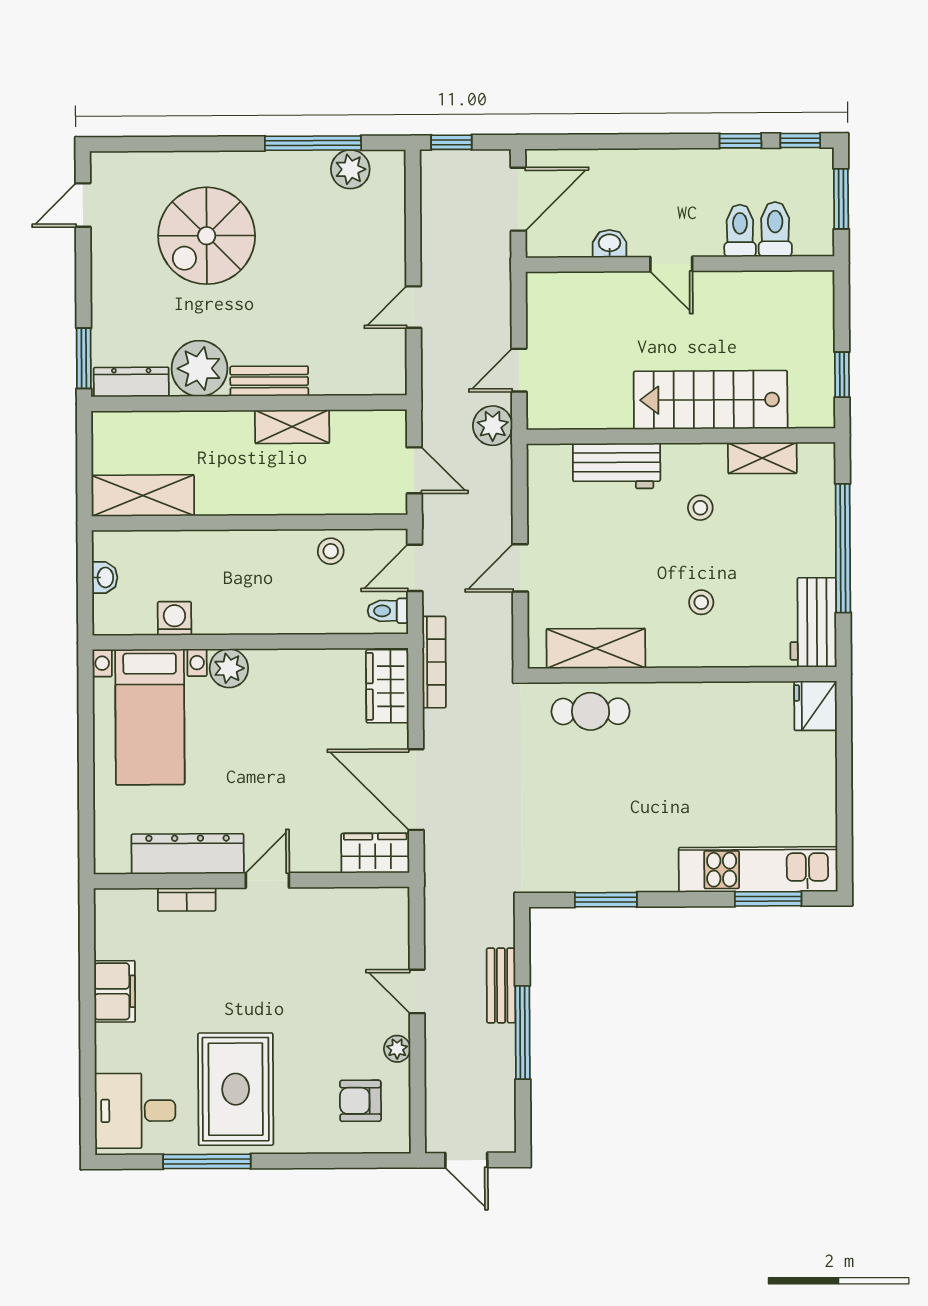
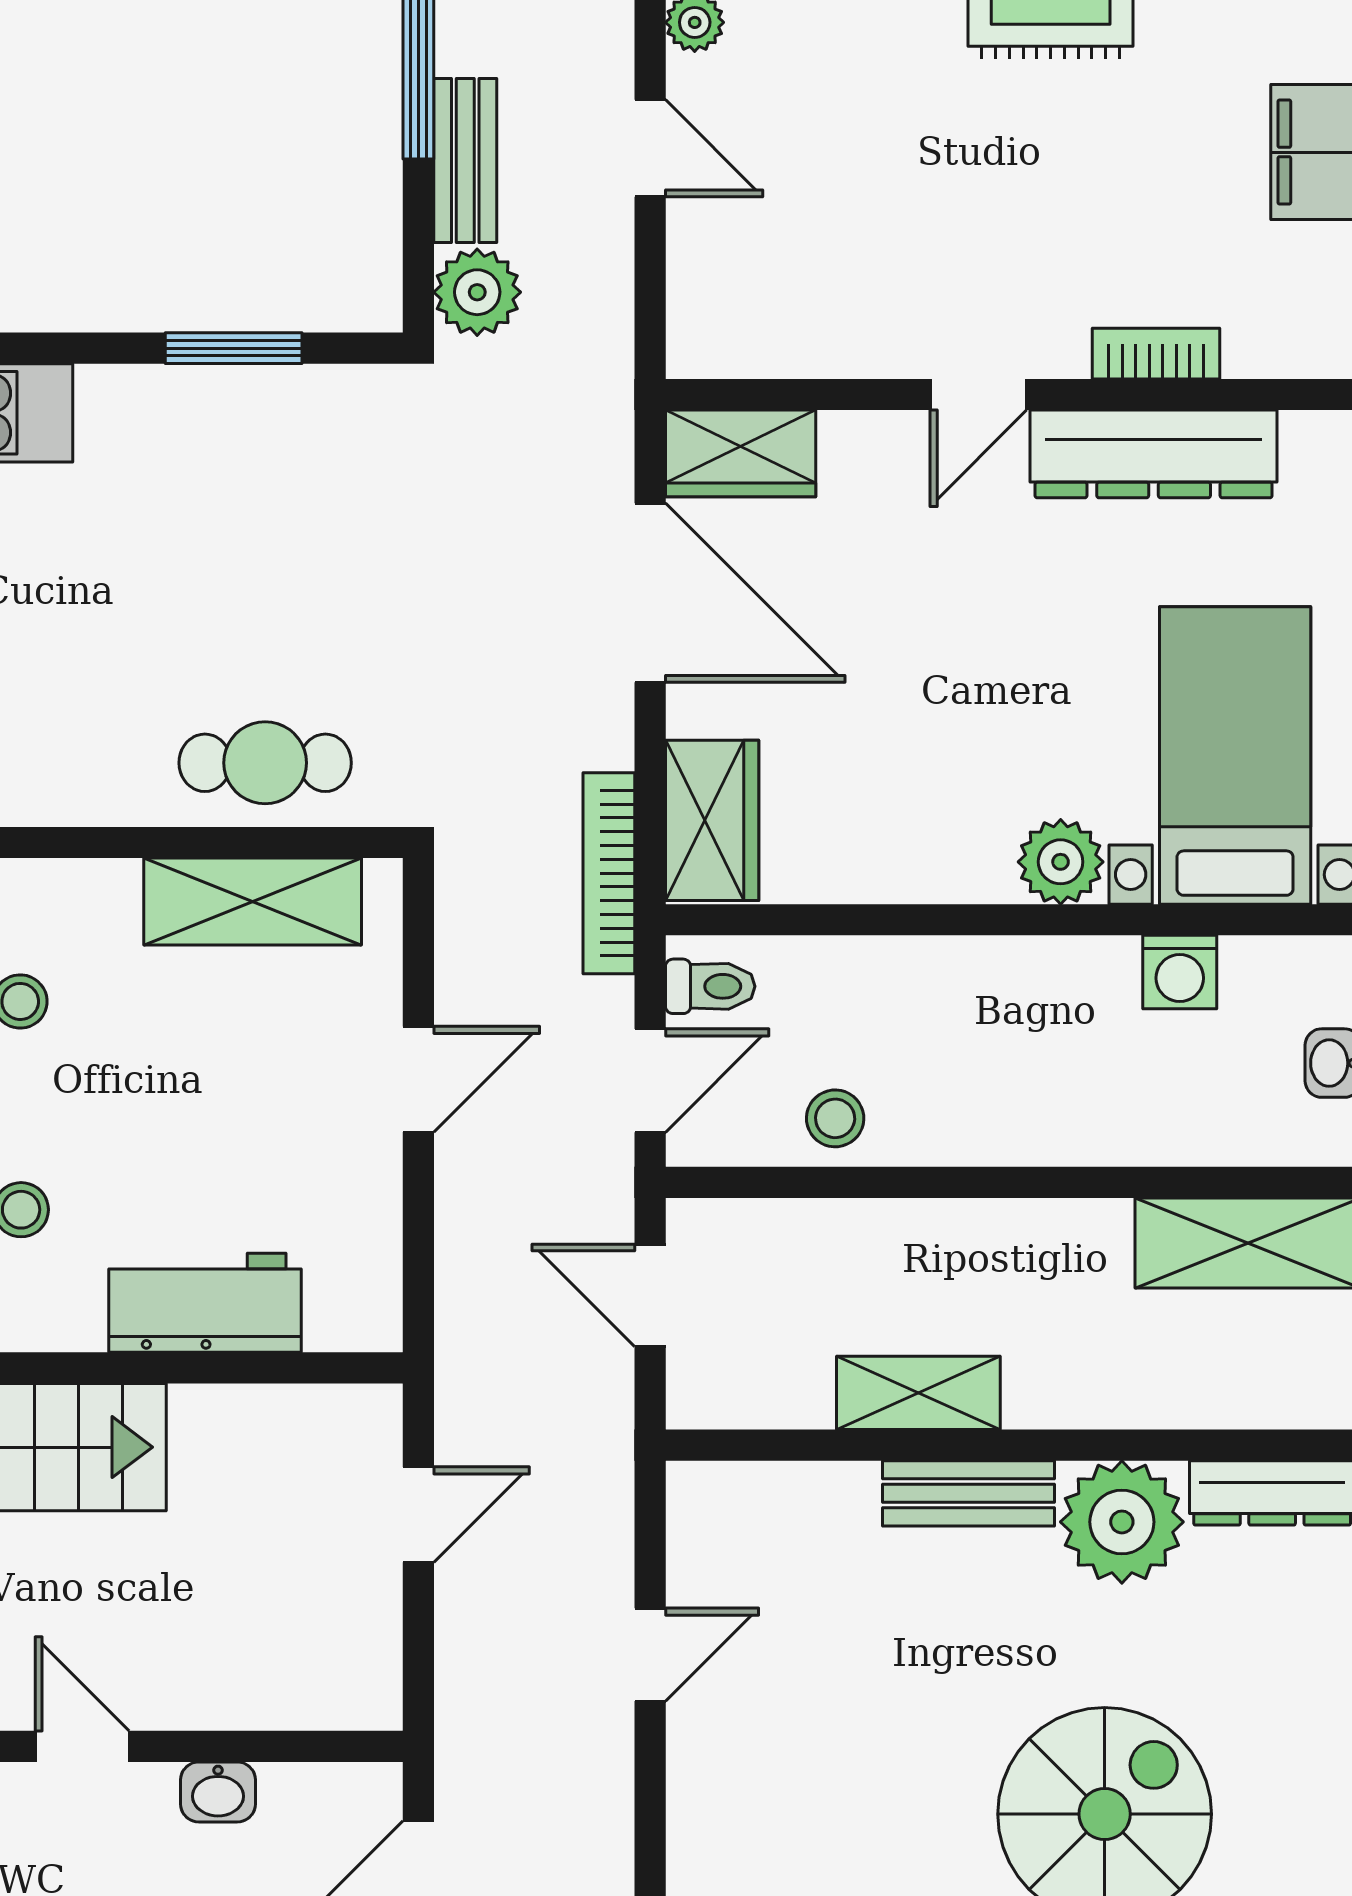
plant: (493, 426) -> (477, 292), moved

